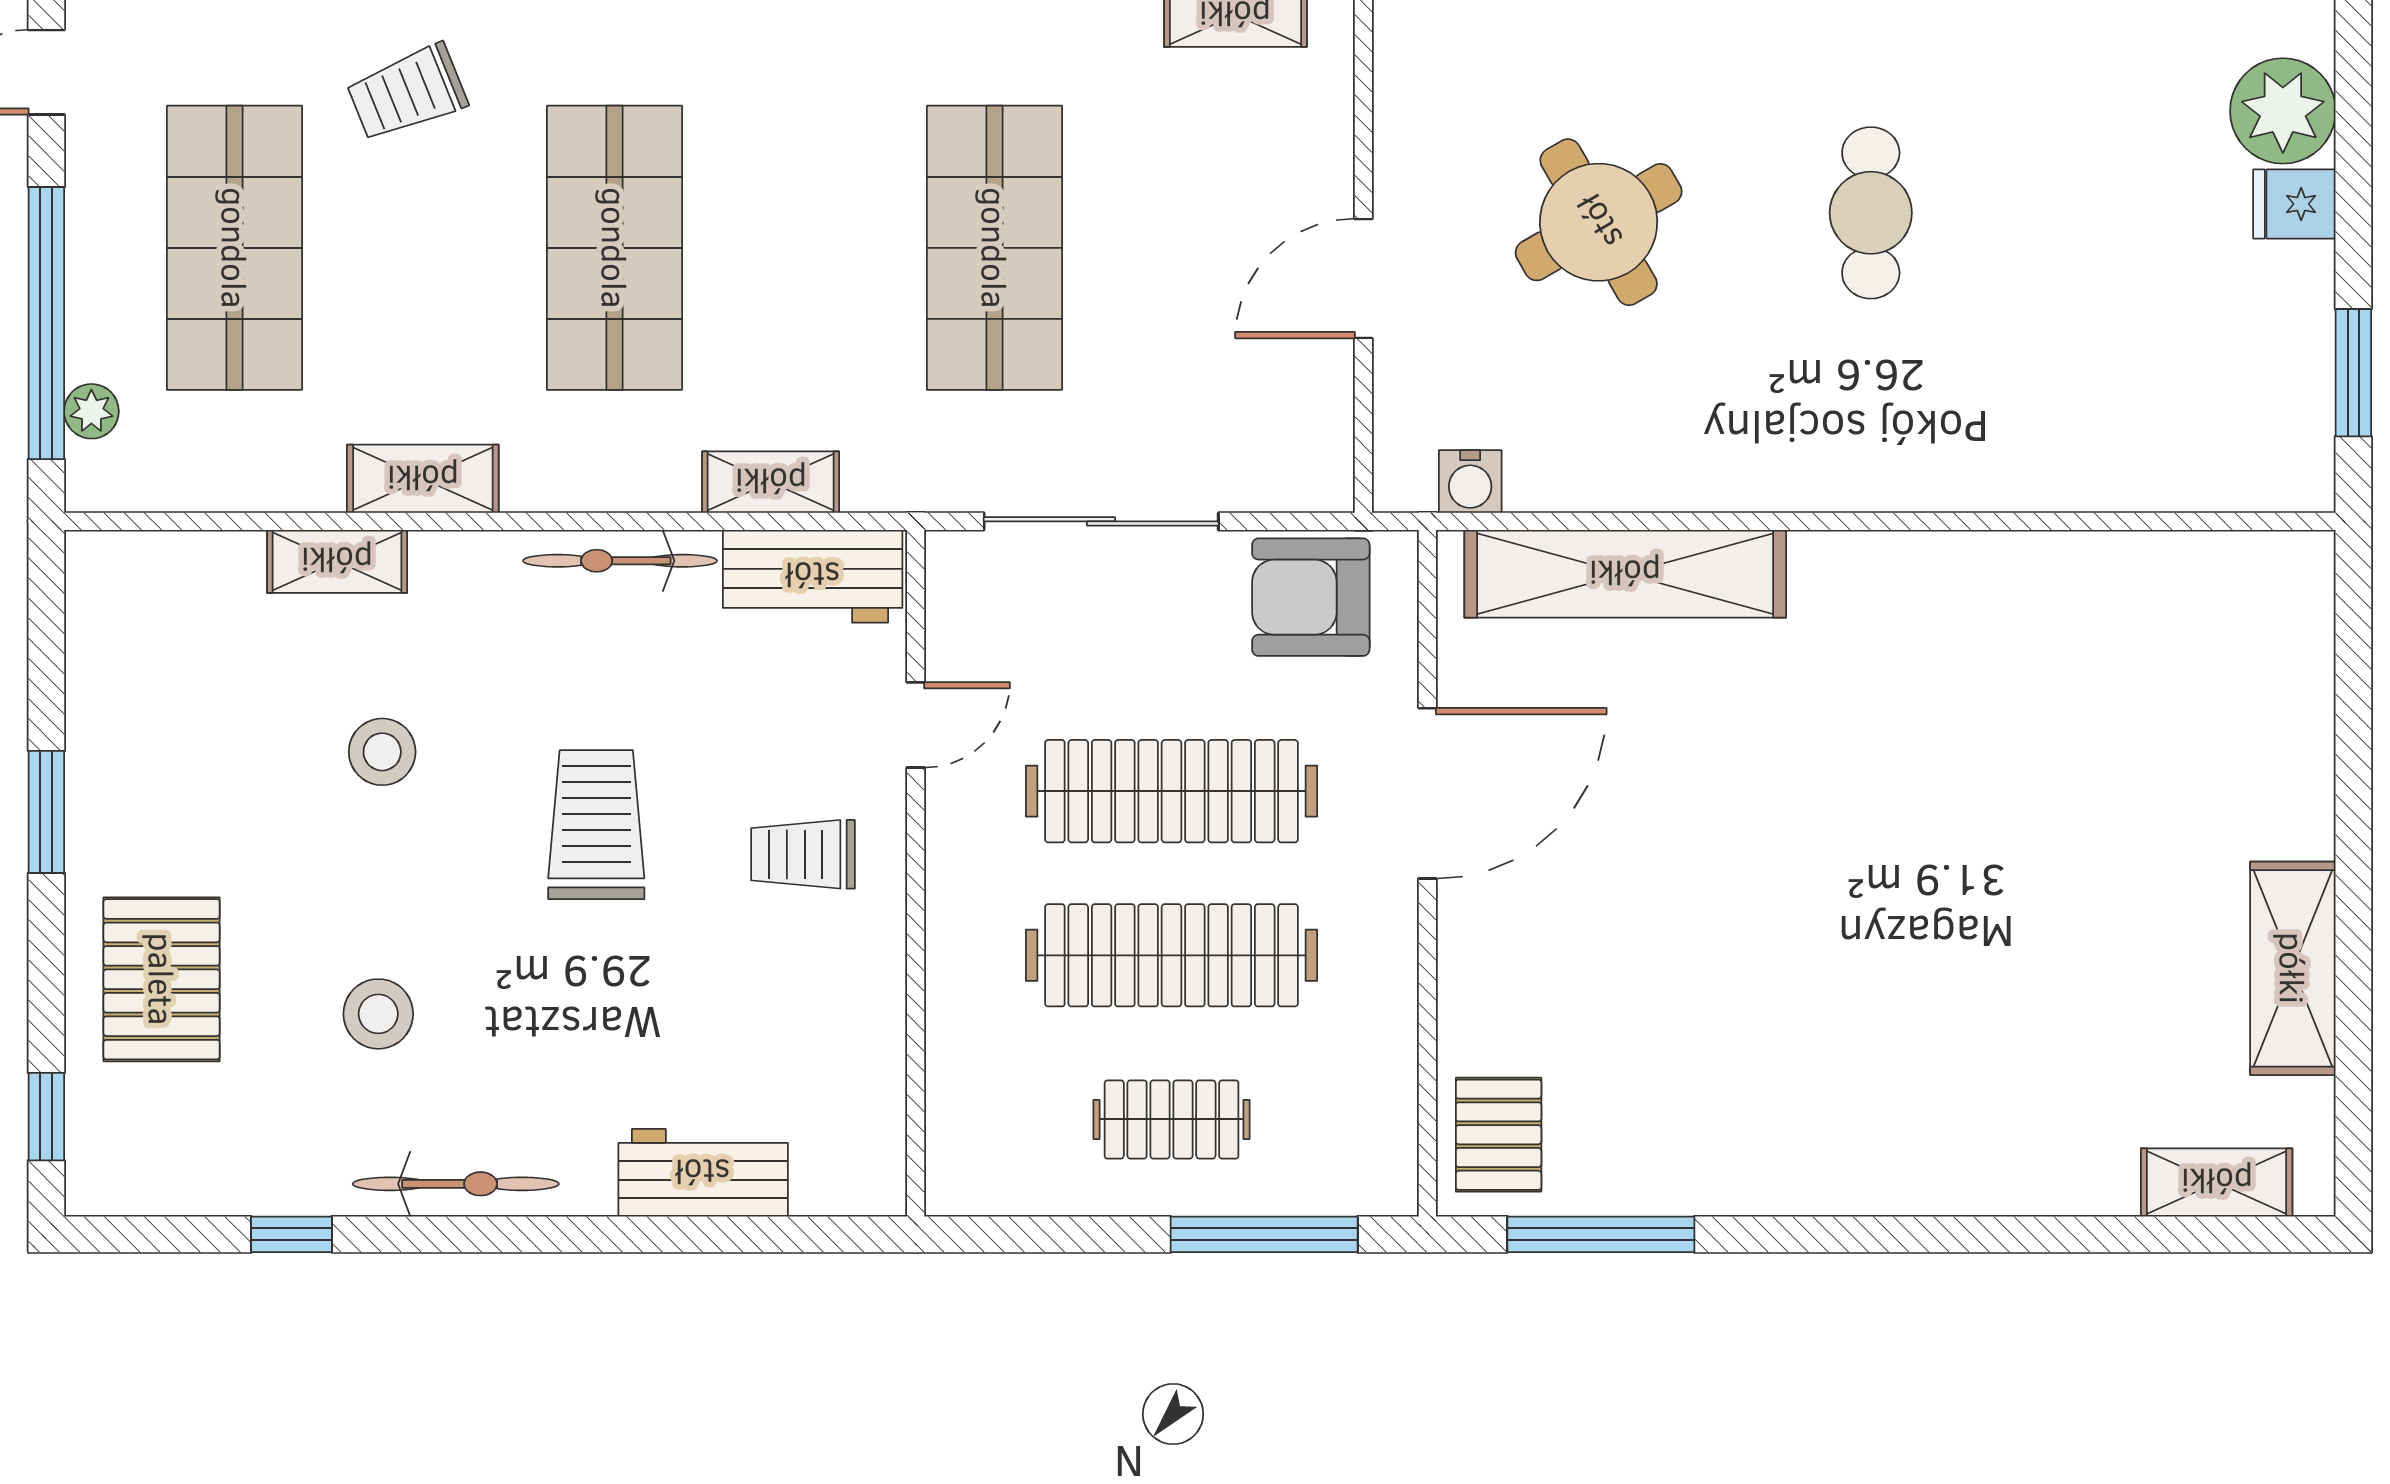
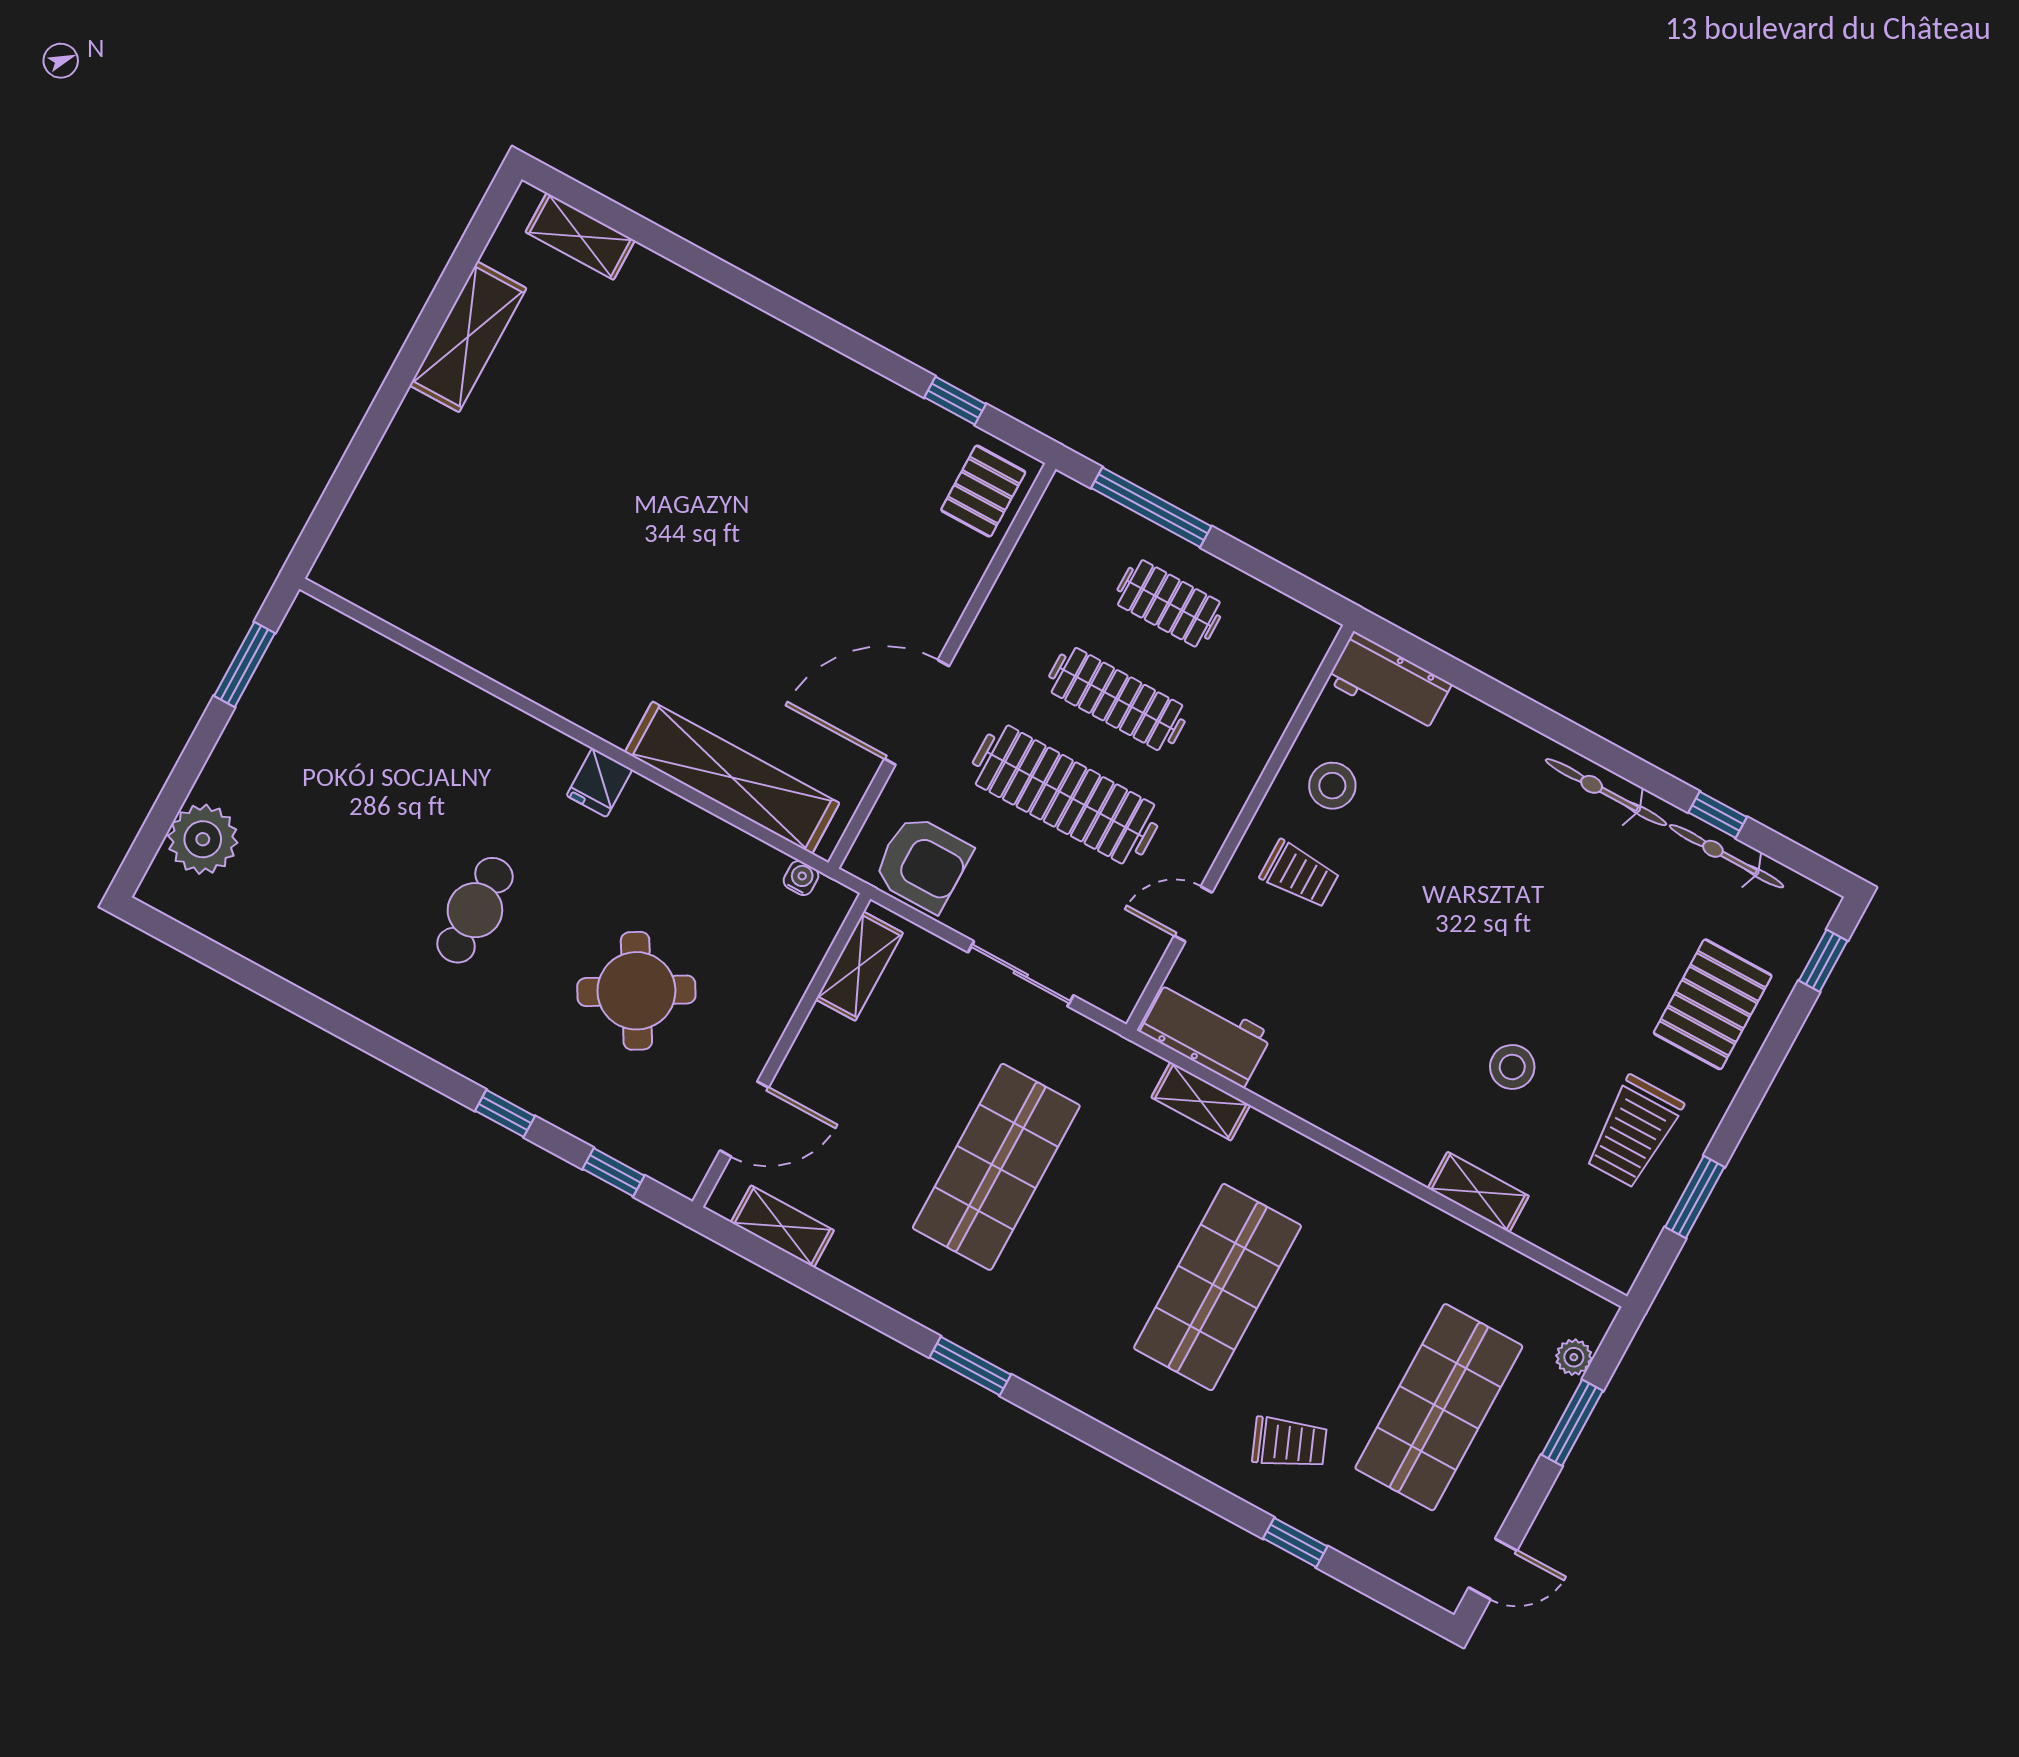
fridge: (2294, 204) -> (599, 783), moved, turned 90
door: (1363, 278) -> (744, 1119), moved
window: (46, 323) -> (1572, 1423), width x0.47
shelving: (423, 479) -> (859, 966), moved, turned 90
water cooler: (1470, 482) -> (801, 878), width x0.72, depth x0.72
sliding door: (1101, 521) -> (1021, 974), width x0.73
bicycle: (620, 561) -> (1727, 856), moved, turned 180
window: (46, 812) -> (1695, 1197), moved
trolley: (596, 825) -> (1634, 1132), moved
clothes rail: (1171, 955) -> (1117, 699), width x0.73, depth x0.76
stool: (378, 1014) -> (1332, 786), moved
workbench: (703, 1173) -> (1389, 683), moved
window: (1601, 1234) -> (955, 401), width x0.46

